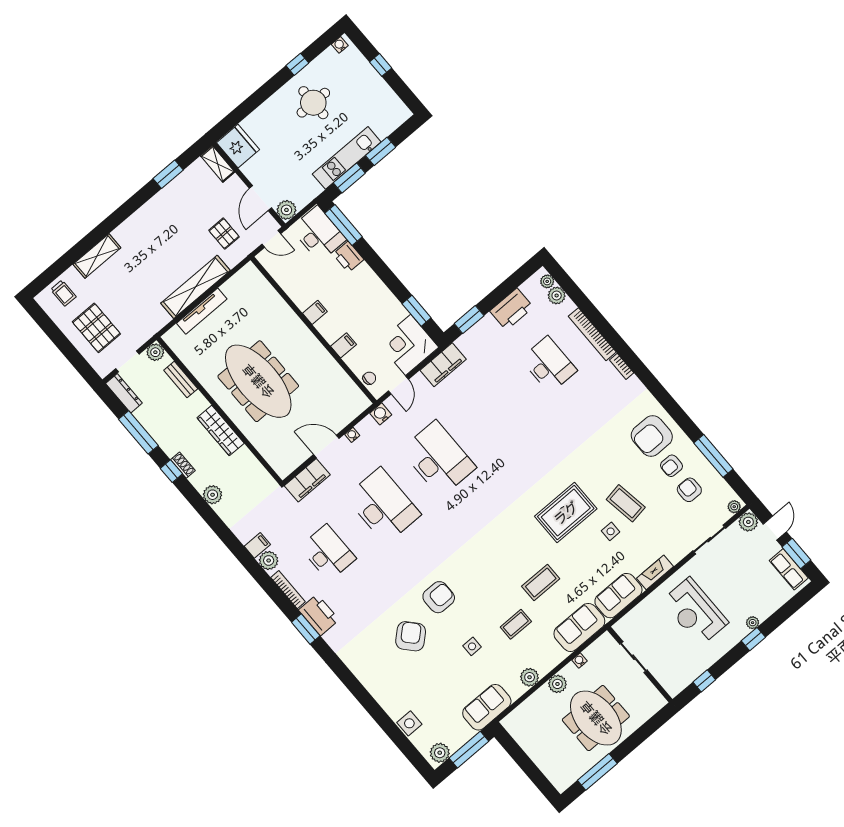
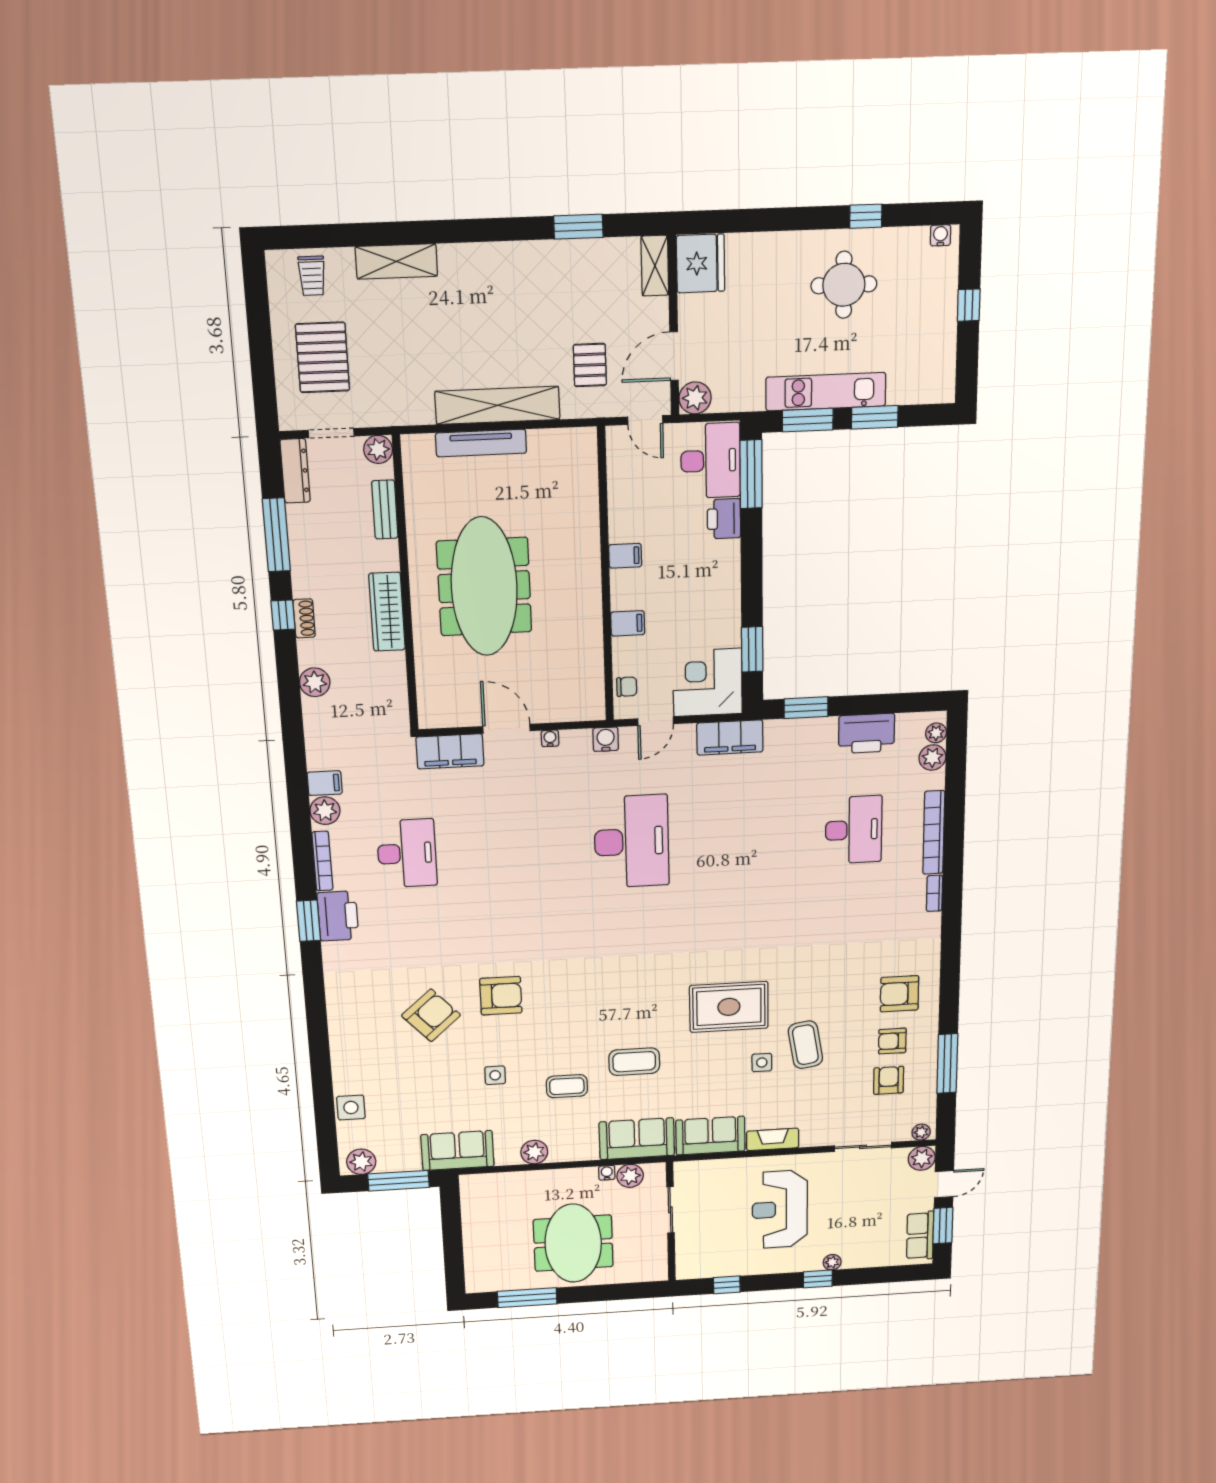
armchair: (652, 436) -> (899, 994), width x0.73, depth x0.73
desk: (383, 506) -> (520, 847), removed
plant: (557, 684) -> (630, 1176), moved

